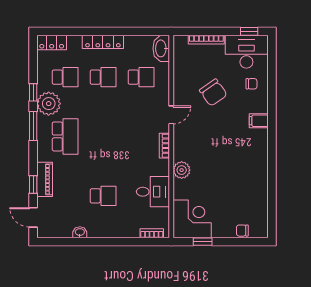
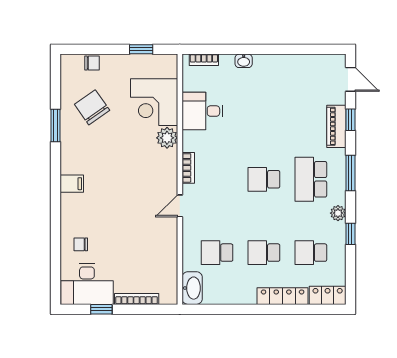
window: (249, 31) -> (101, 309), moved
locker: (103, 42) -> (283, 296), moved
chair: (213, 93) -> (92, 107), moved
plant: (49, 104) -> (338, 213), width x0.53, depth x0.53
filing cabinet: (259, 121) -> (72, 184), moved
window: (33, 126) -> (350, 173), moved
window: (272, 180) -> (56, 125), added
school desk: (103, 196) -> (264, 179), moved
corner desk: (192, 219) -> (154, 102), moved
washbasin: (80, 232) -> (244, 61), moved

